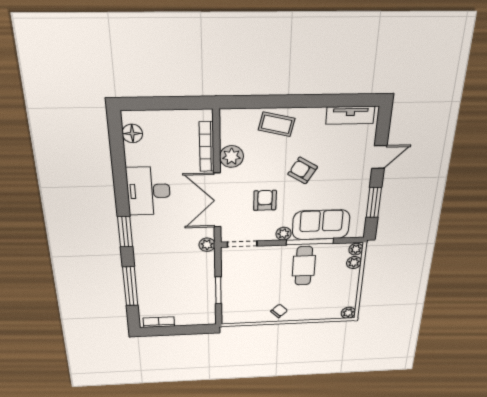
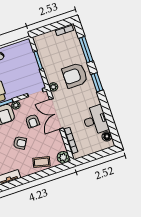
plant: (232, 157) -> (63, 157), moved
desk: (149, 191) -> (95, 120), moved
double door: (217, 200) -> (56, 114), swing flipped
armchair: (163, 253) -> (75, 75), added

